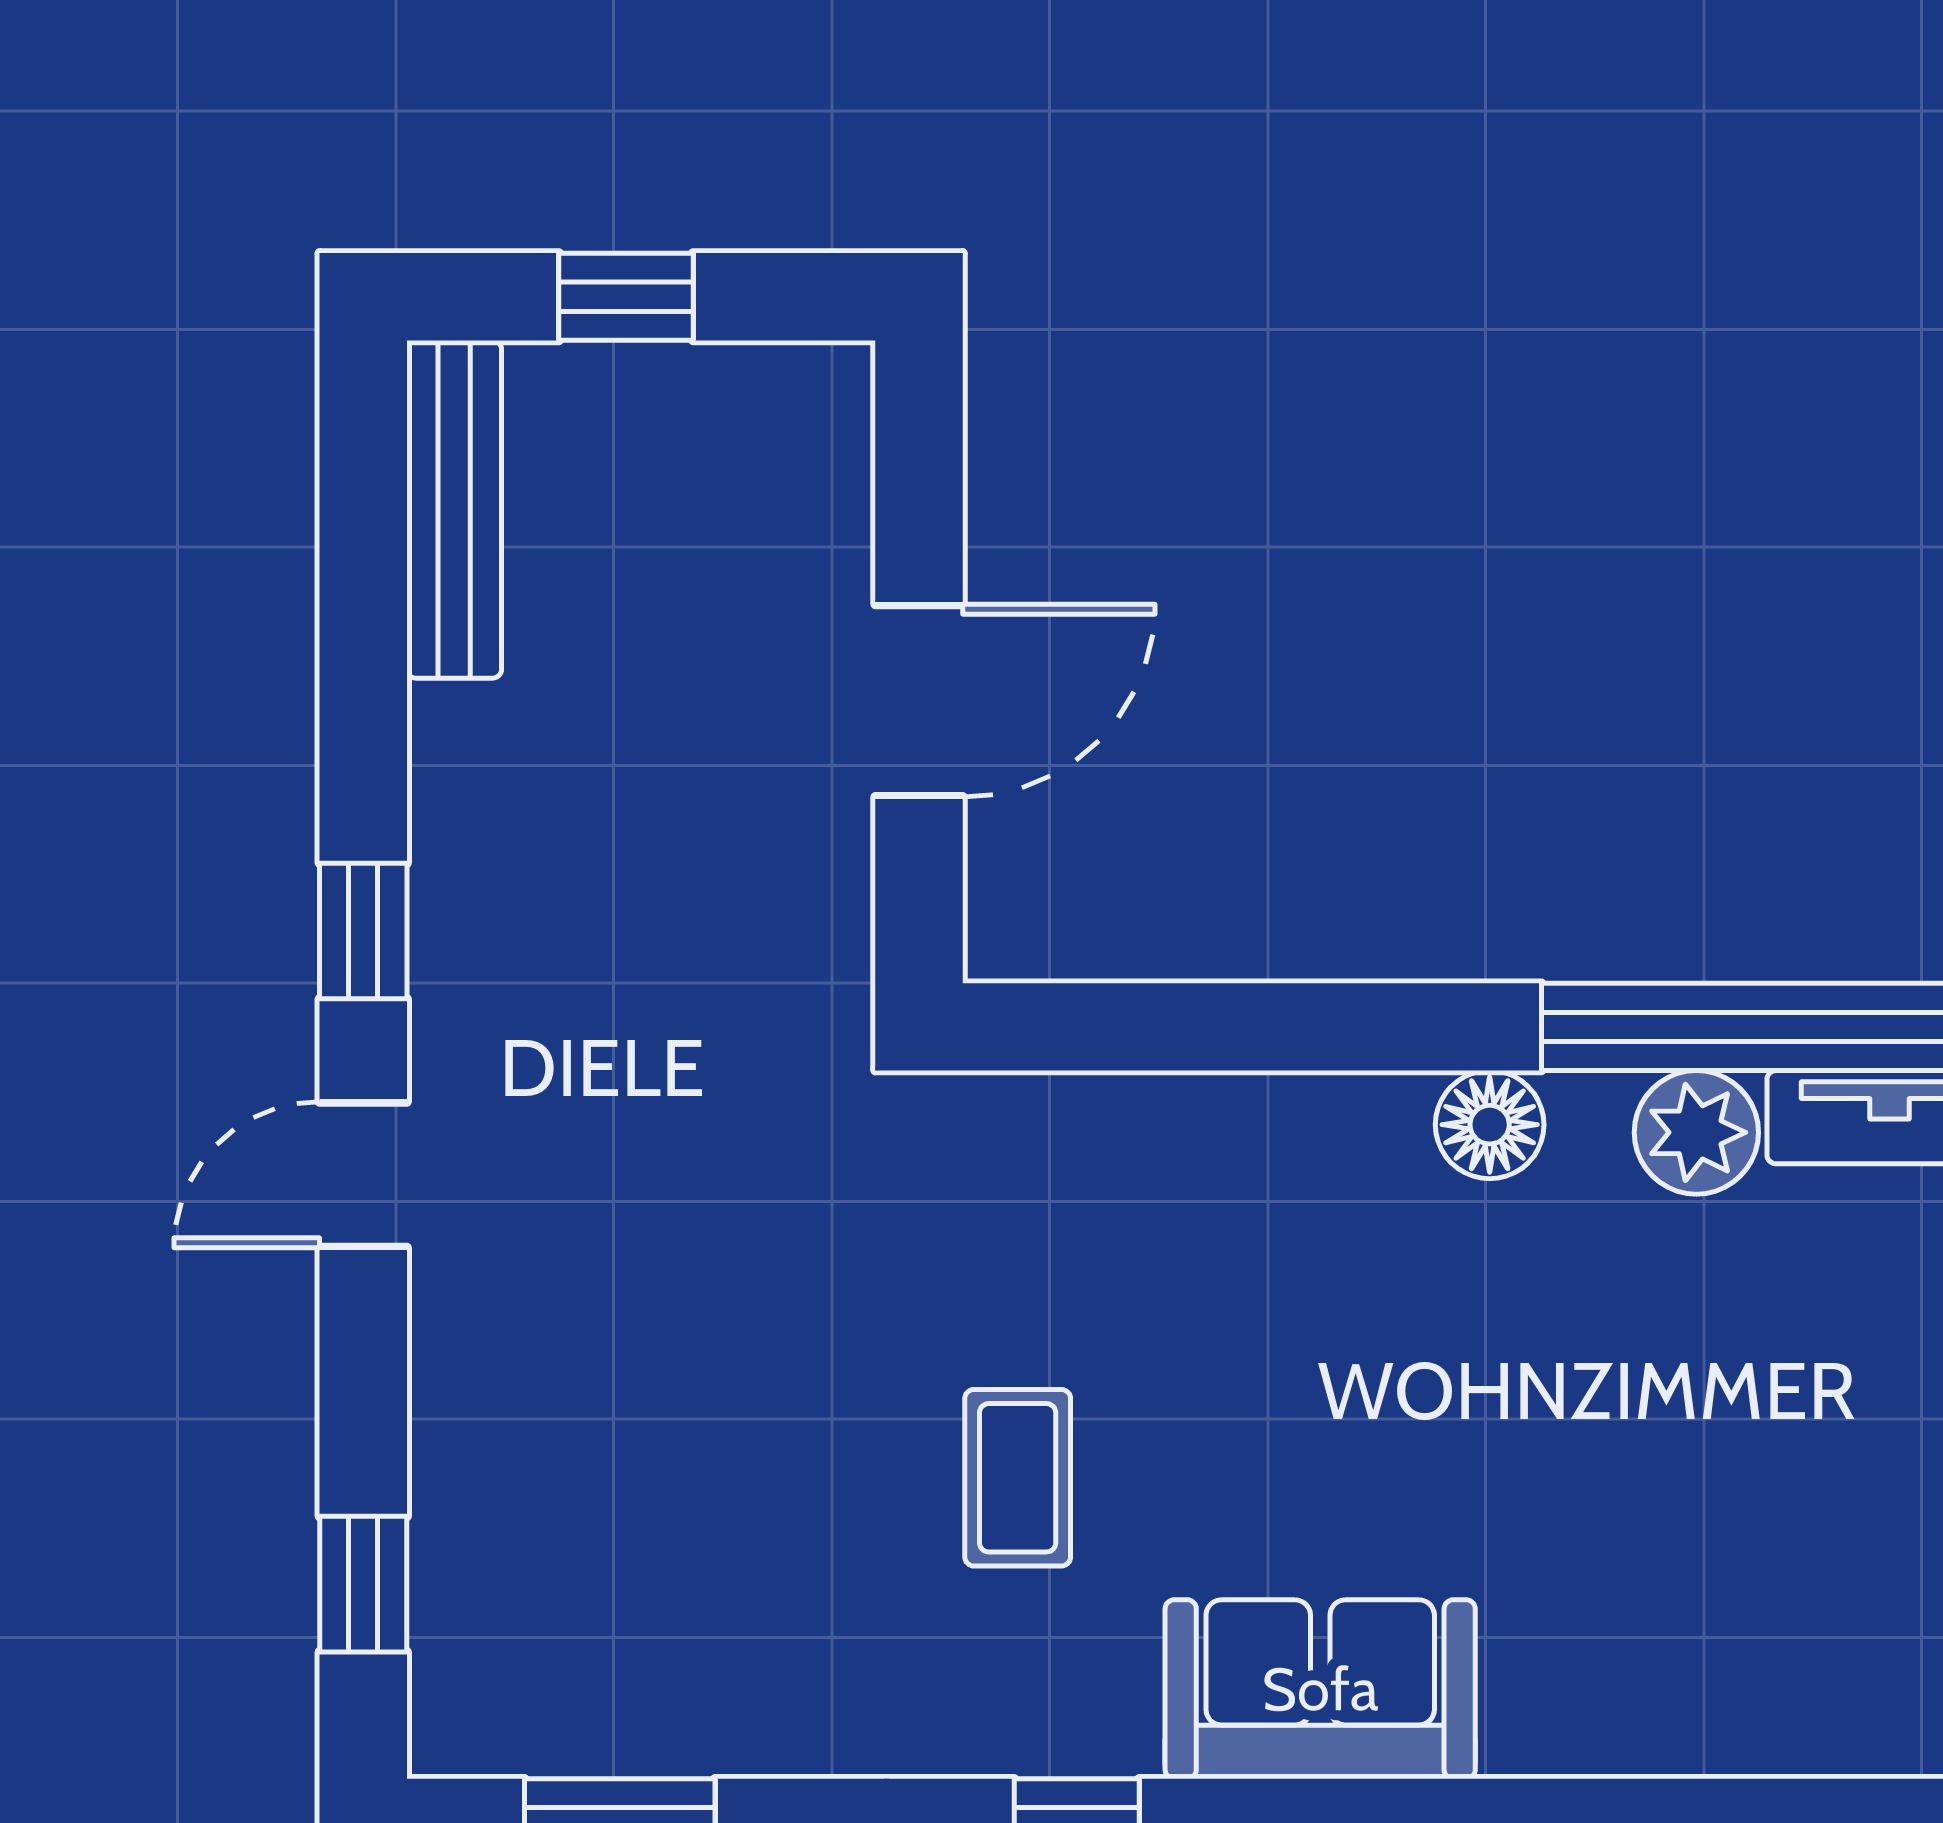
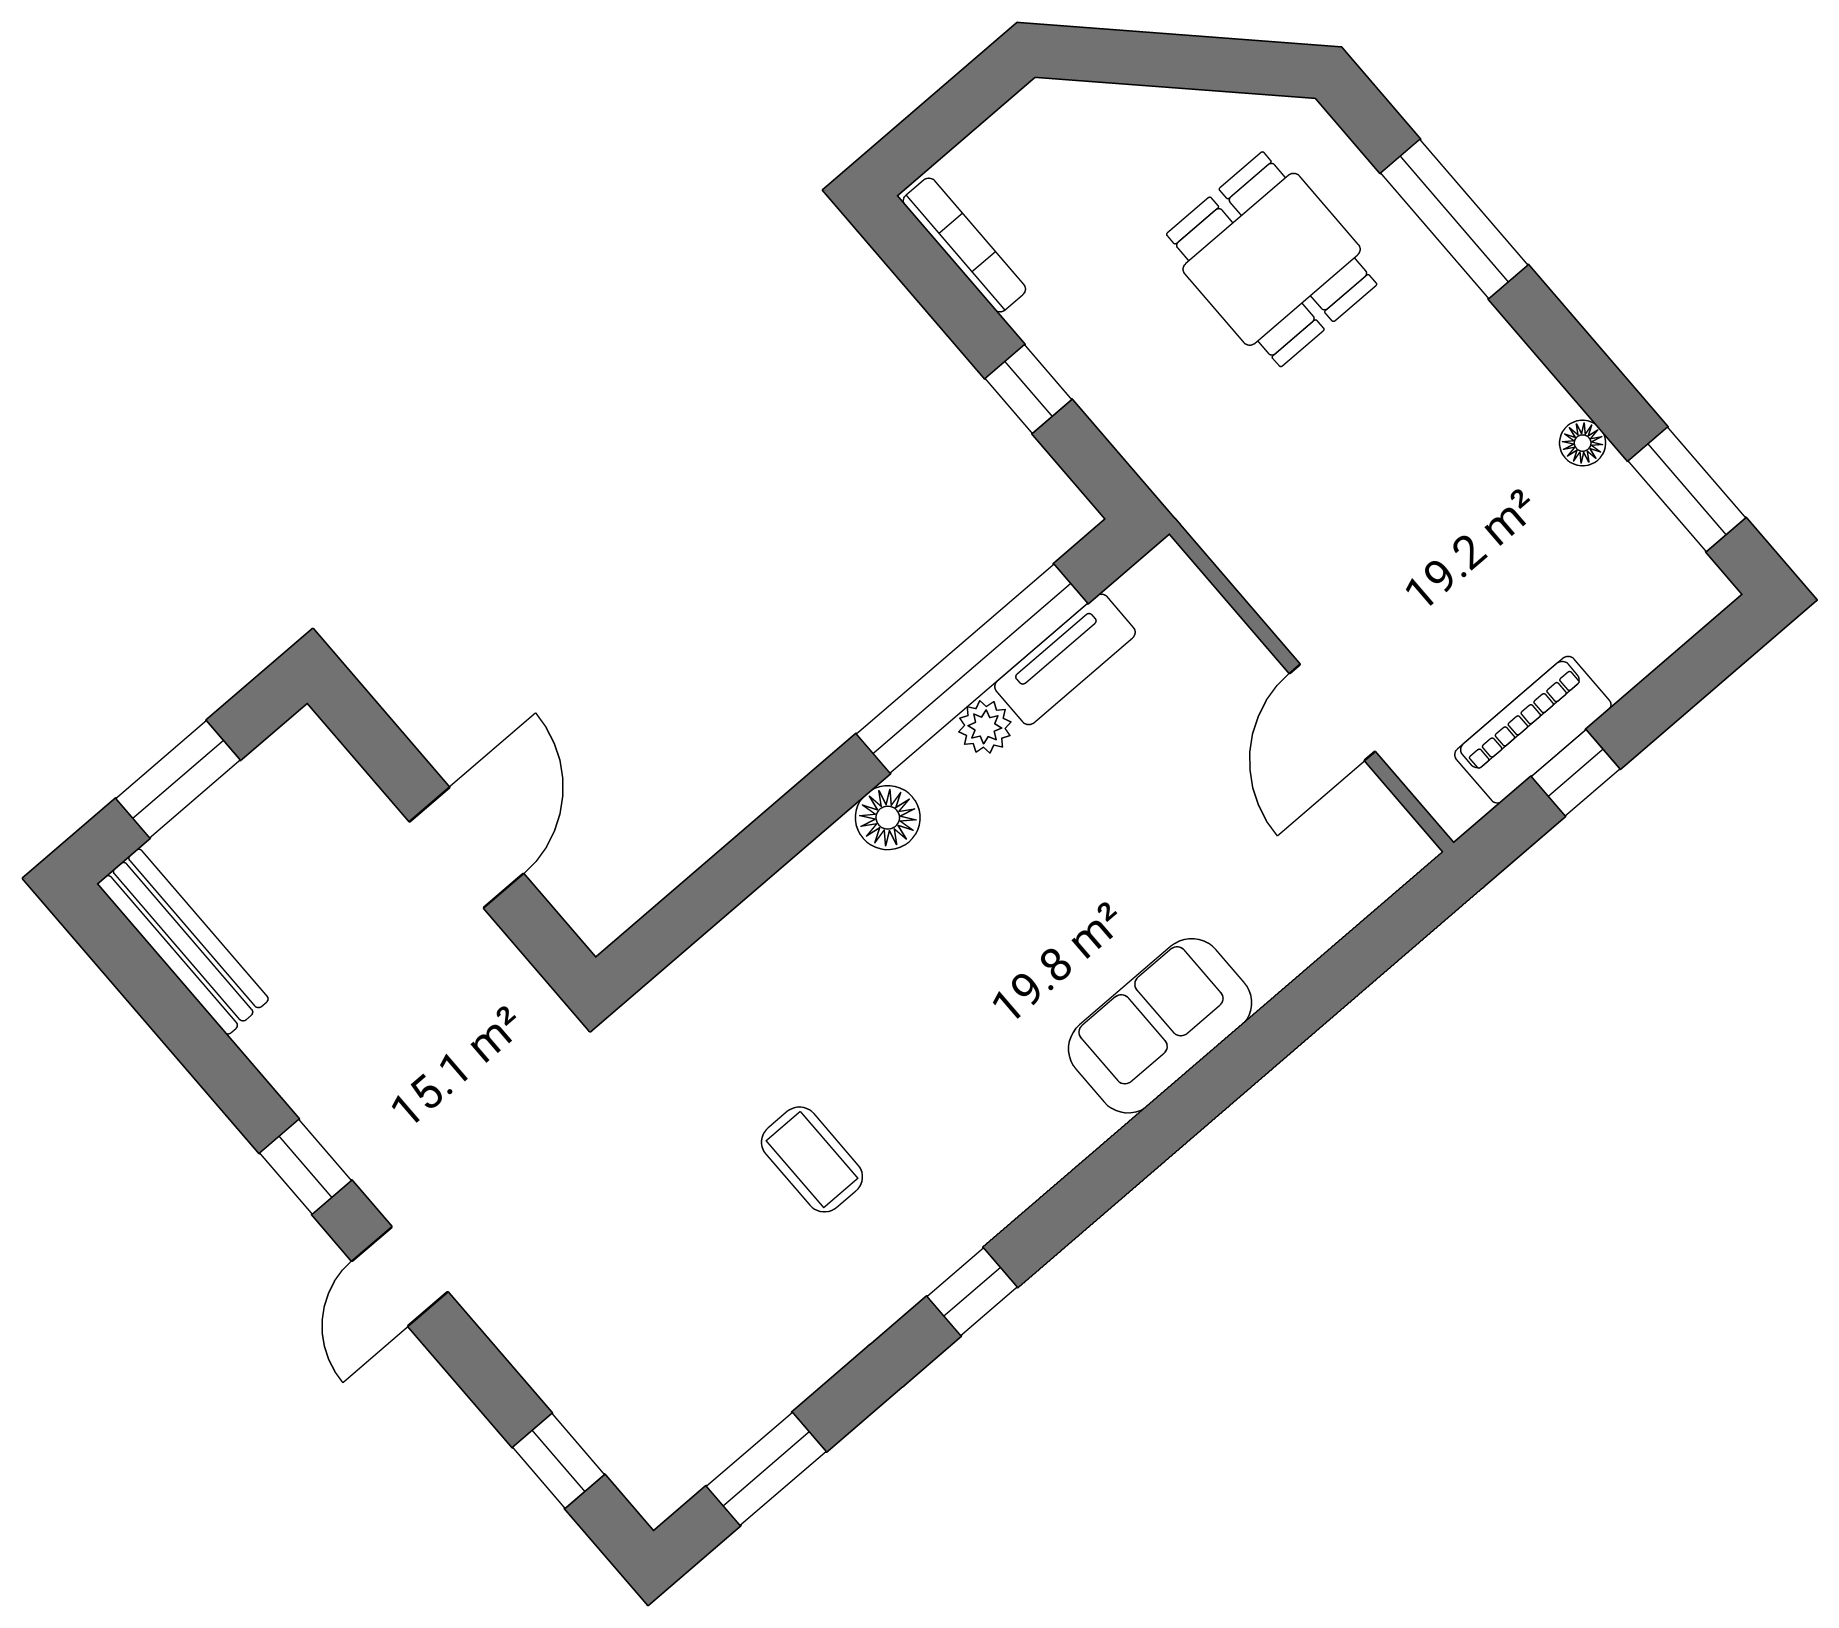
window: (626, 297) -> (178, 779), width x1.50
plant: (1696, 1132) -> (985, 727), width x0.73, depth x0.73
sofa: (1320, 1689) -> (1160, 1026), moved

